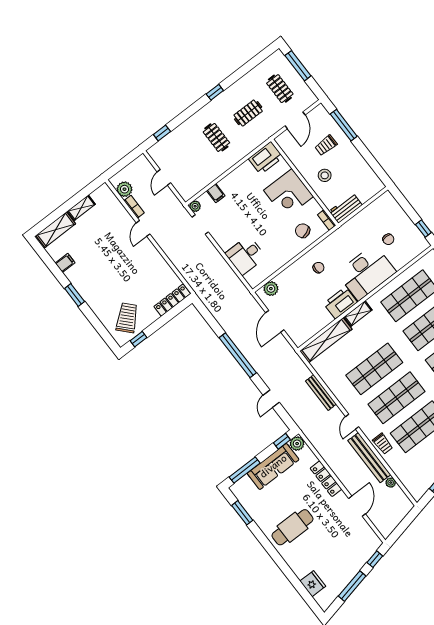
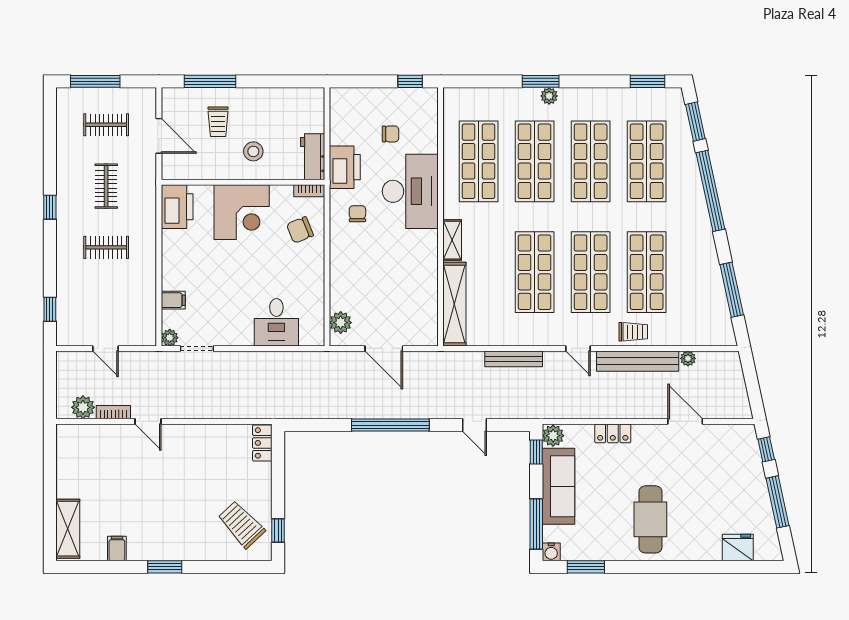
shelving: (81, 208) -> (65, 477), removed
chair: (318, 268) -> (357, 214), moved
locker: (172, 300) -> (262, 443), width x0.66
printer: (340, 303) -> (345, 167), moved, turned 180
locker: (326, 479) -> (613, 433), width x0.66
water cooler: (236, 489) -> (551, 552), added

